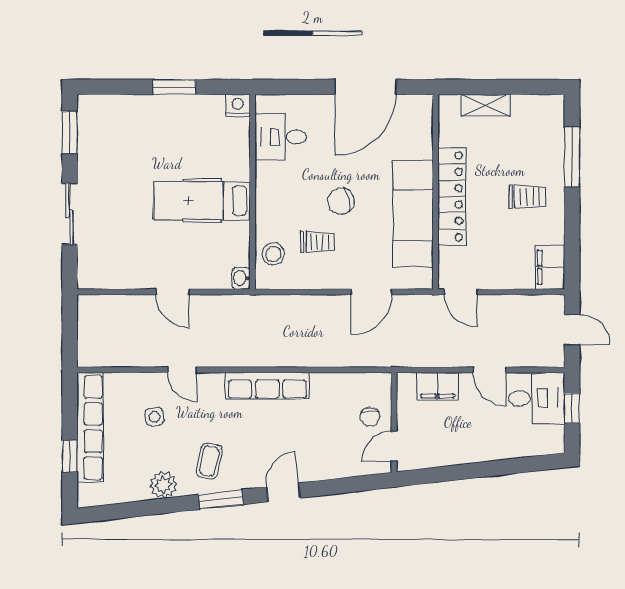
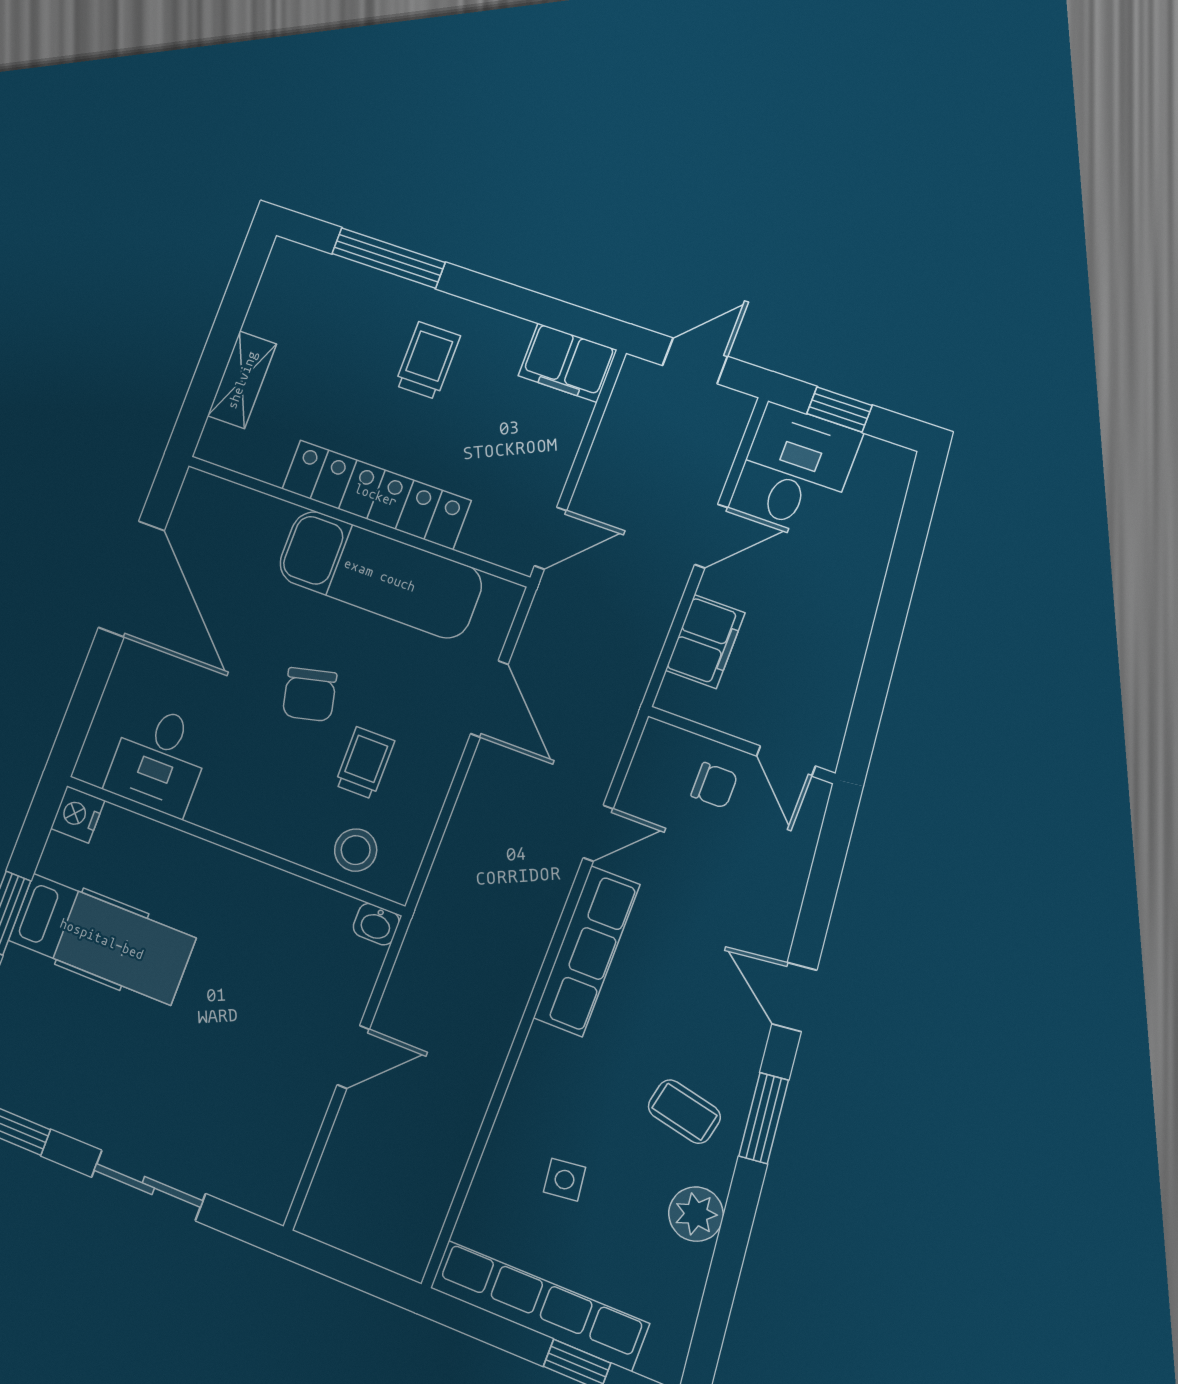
hospital bed: (202, 201) -> (102, 939), moved, turned -90
door: (182, 370) -> (598, 833), moved

